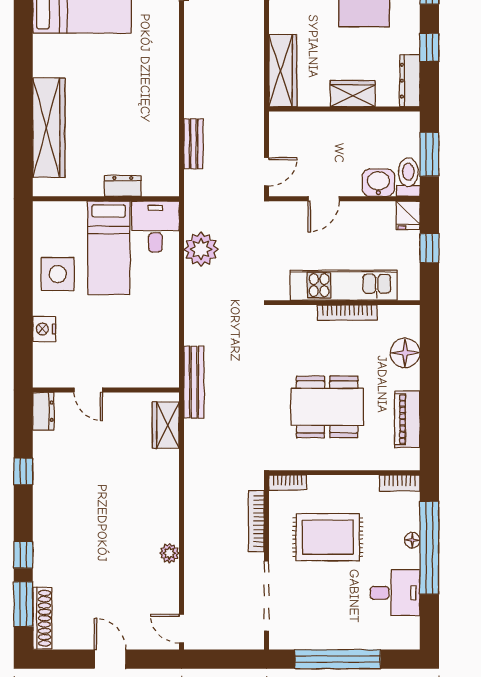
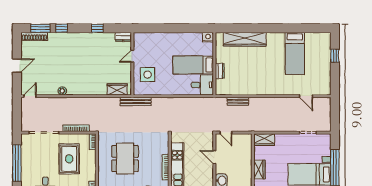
wardrobe: (283, 71) -> (264, 140), width x0.67
plant: (201, 249) -> (193, 104), removed
side table: (58, 274) -> (148, 75), moved
nightstand: (44, 329) -> (208, 37), moved

